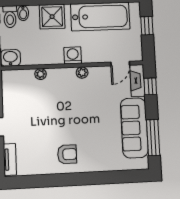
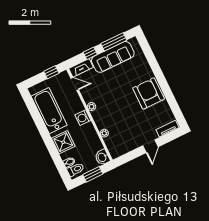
window: (147, 26) -> (51, 72), moved
window: (150, 86) -> (90, 53), moved
armchair: (67, 154) -> (149, 93), width x1.88, depth x1.88

